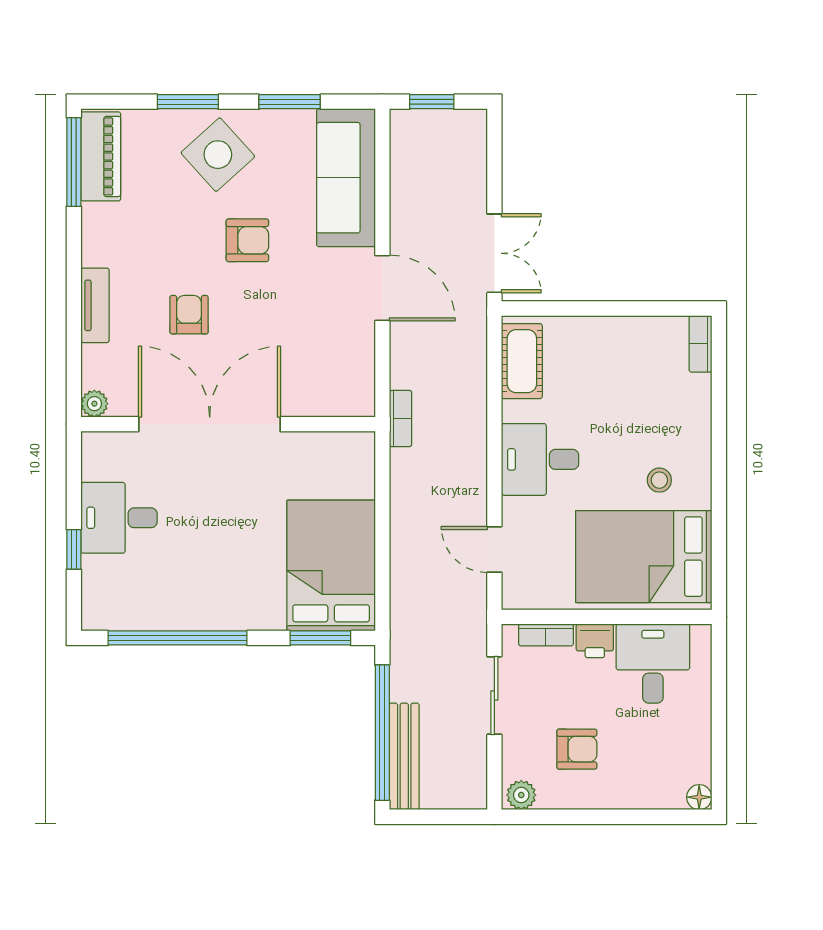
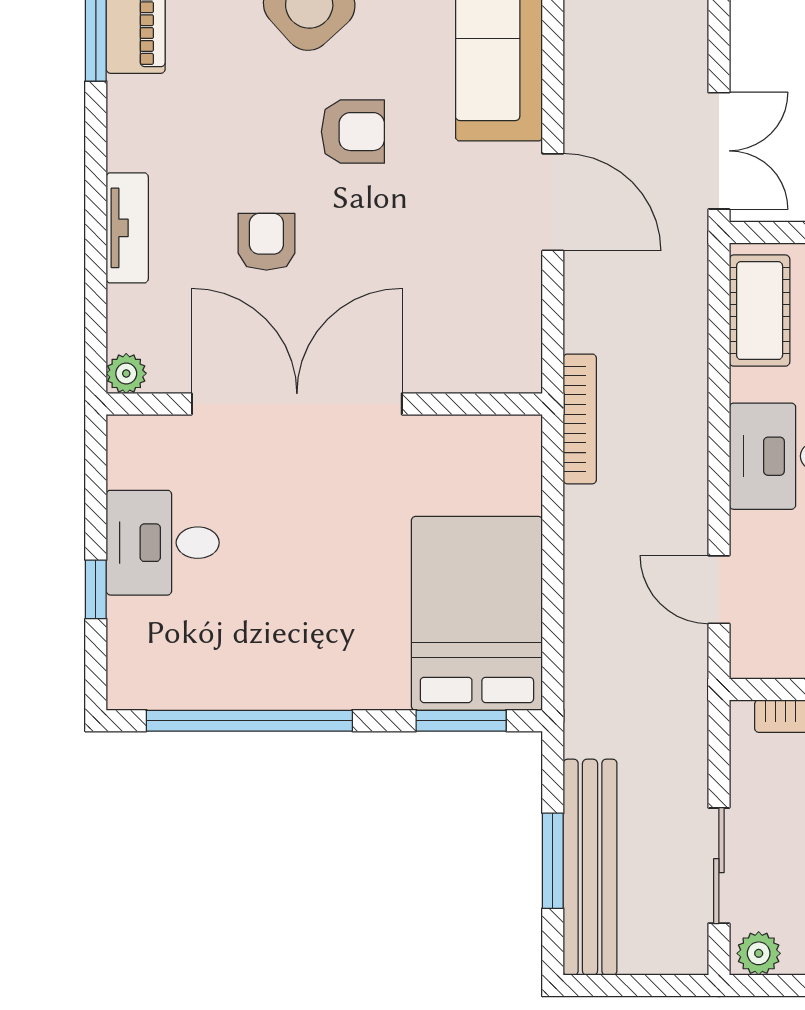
bookcase: (401, 419) -> (580, 419), width x1.56
sliding door: (494, 696) -> (719, 866), moved
window: (382, 733) -> (553, 861), width x0.47
bench: (404, 756) -> (590, 867), width x1.37, depth x1.21

